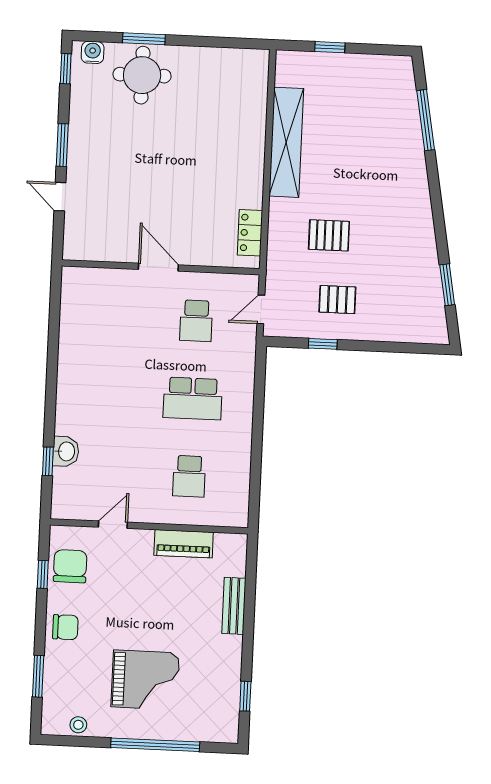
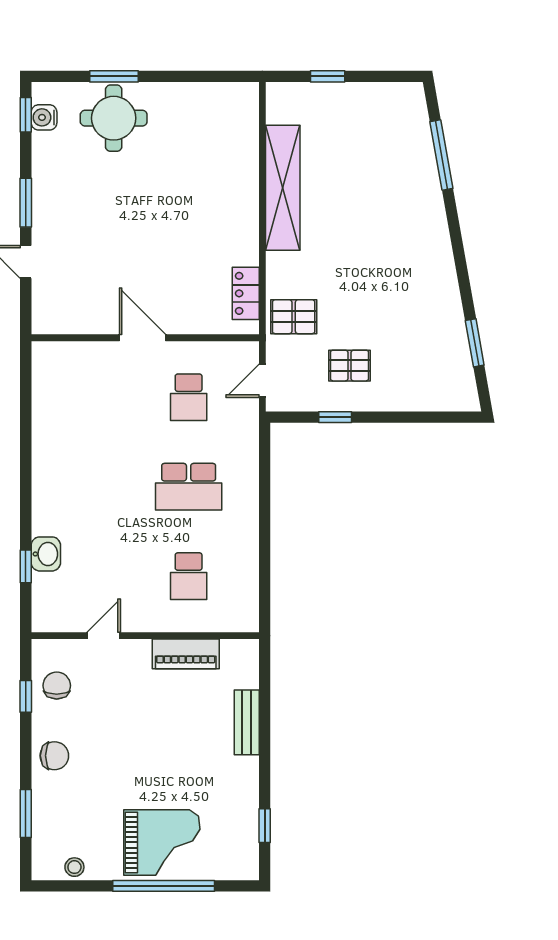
water cooler: (93, 52) -> (44, 117), moved, turned -90
pallet: (329, 235) -> (294, 317), moved
chair: (70, 566) -> (57, 686), width x0.73, depth x0.73
grand piano: (145, 680) -> (162, 842), moved

